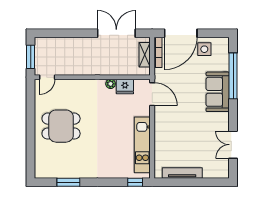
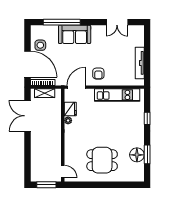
armchair: (169, 122) -> (98, 74), added
dining table: (61, 126) -> (102, 160), turned 90
floor lamp: (68, 170) -> (137, 155), added
window: (135, 182) -> (147, 118), moved

